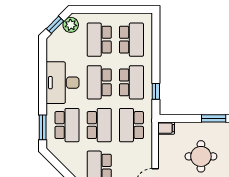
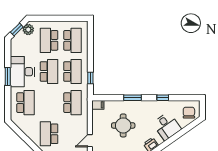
school desk: (99, 82) -> (49, 71), turned 180
school desk: (99, 125) -> (49, 103), removed
school desk: (131, 125) -> (73, 103), turned 180
window: (43, 127) -> (8, 77), moved

